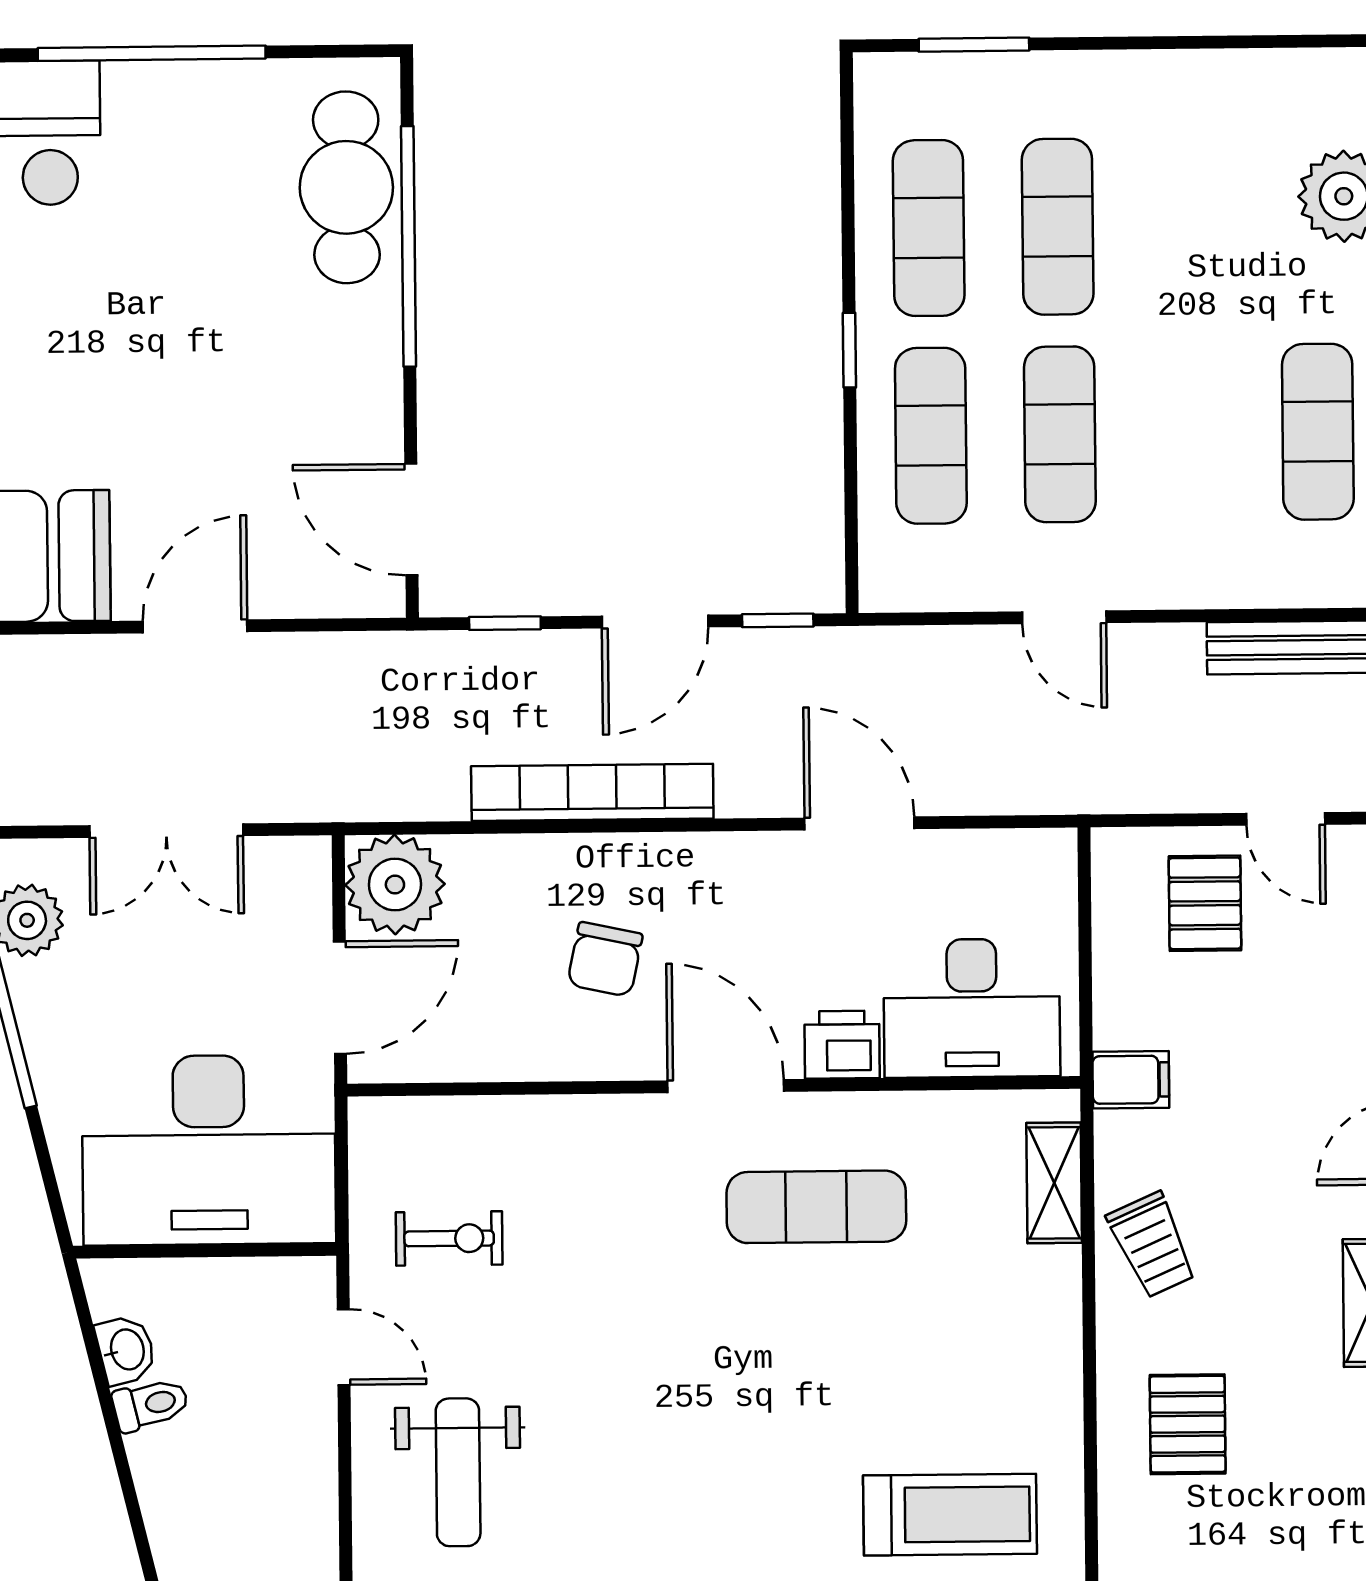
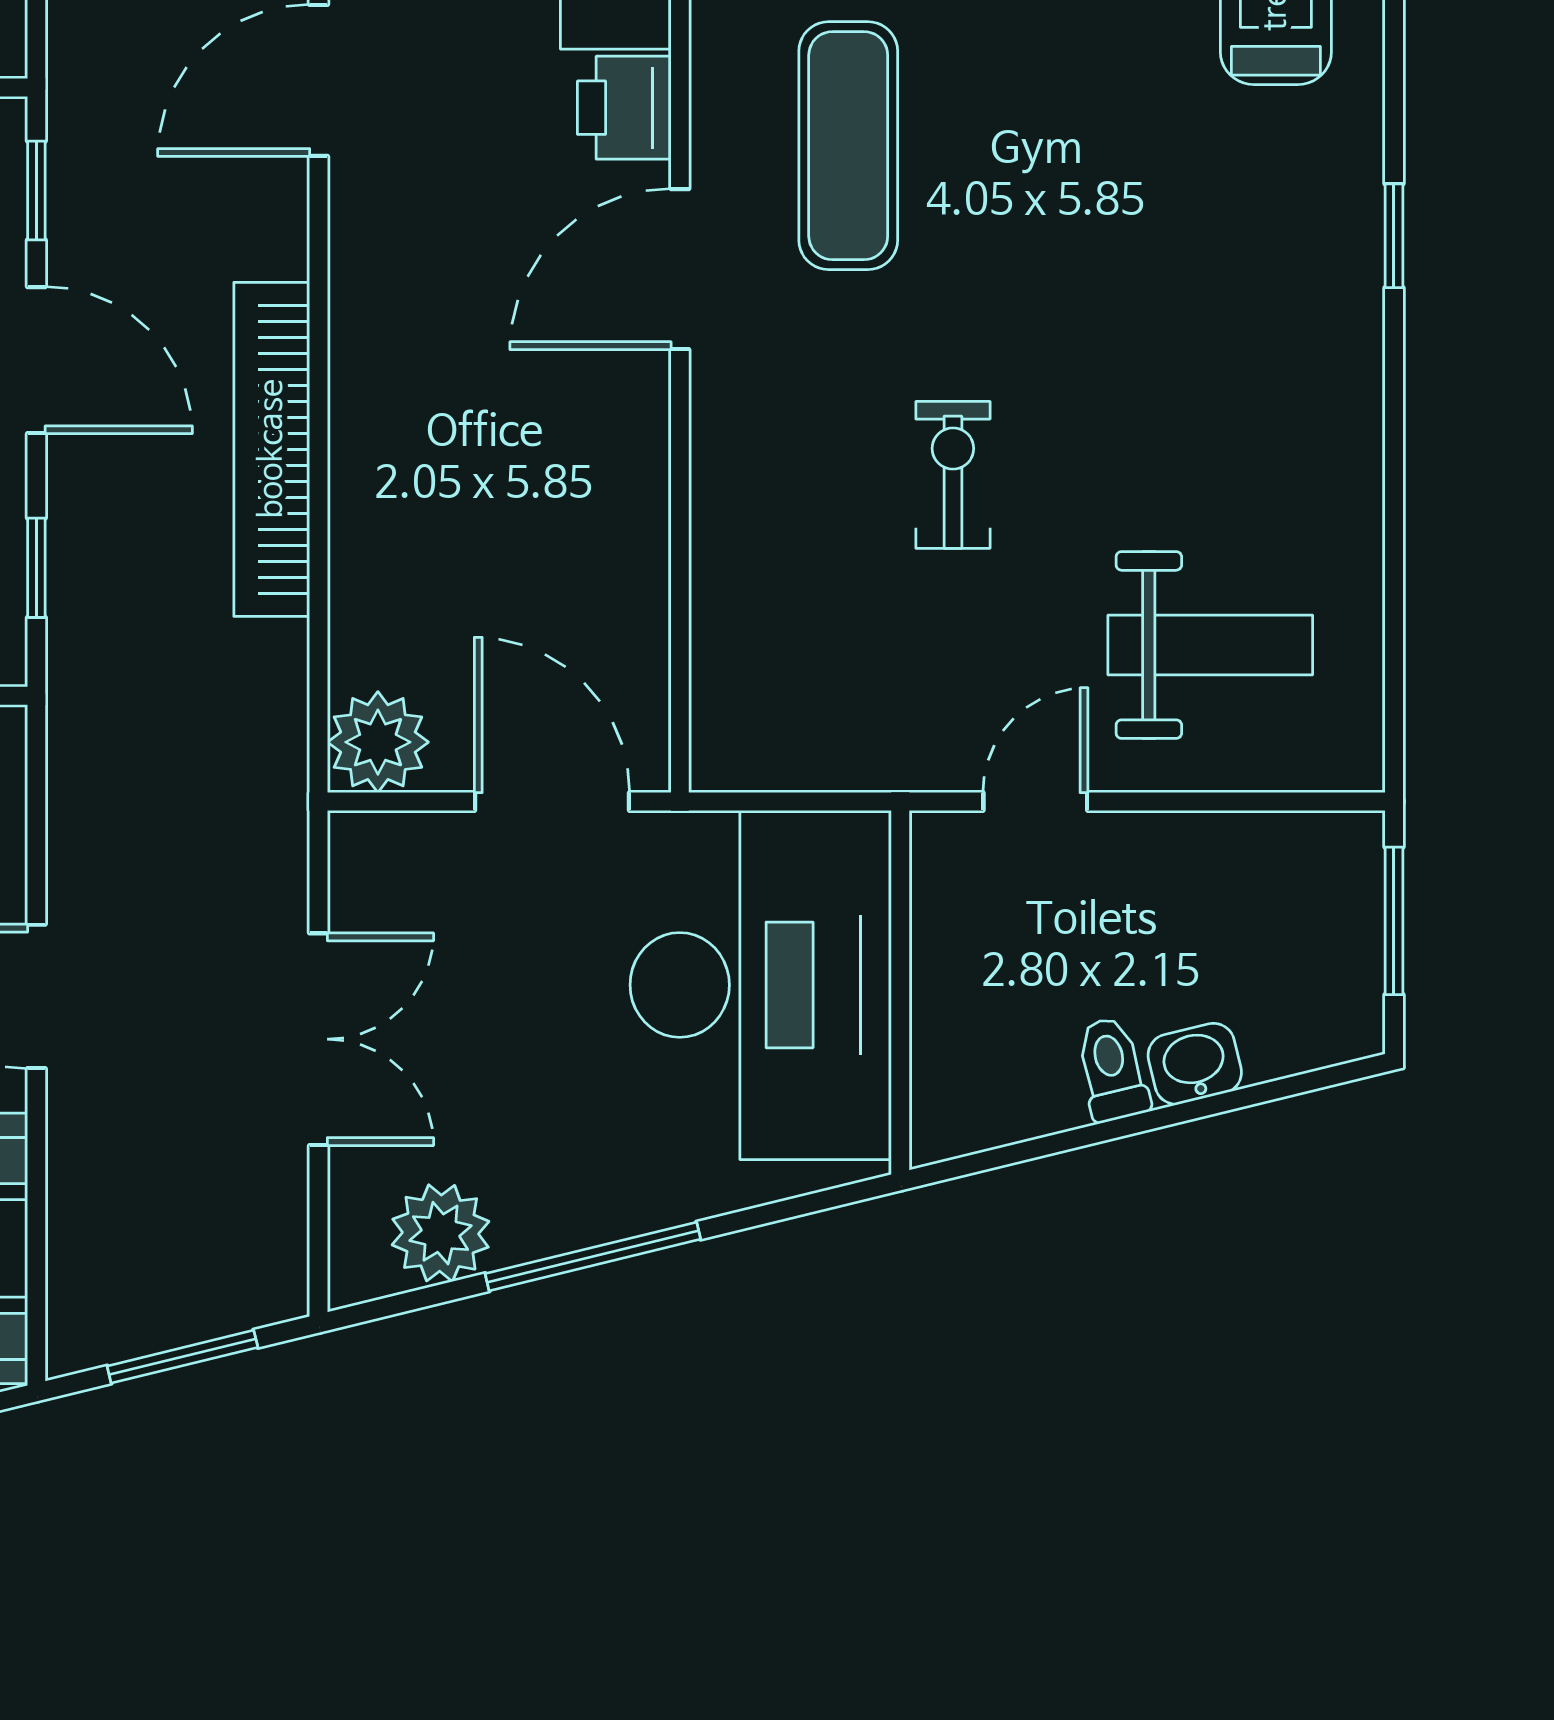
plant: (395, 885) -> (378, 742), width x0.73, depth x0.73
chair: (605, 959) -> (503, 434), removed
exercise bike: (449, 1238) -> (953, 475), moved
washbasin: (126, 1350) -> (1195, 1064), moved

